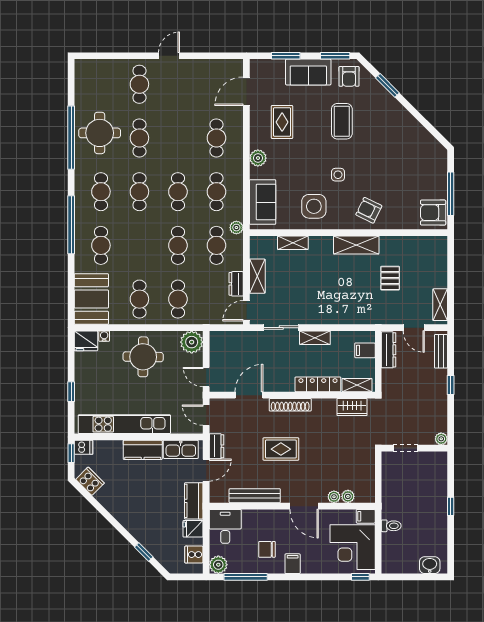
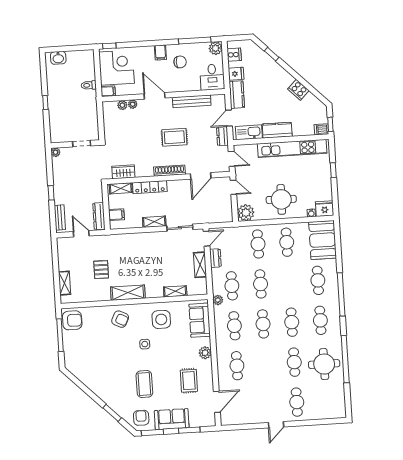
shelving: (440, 305) -> (65, 283), moved
cooker: (90, 481) -> (298, 90), moved

